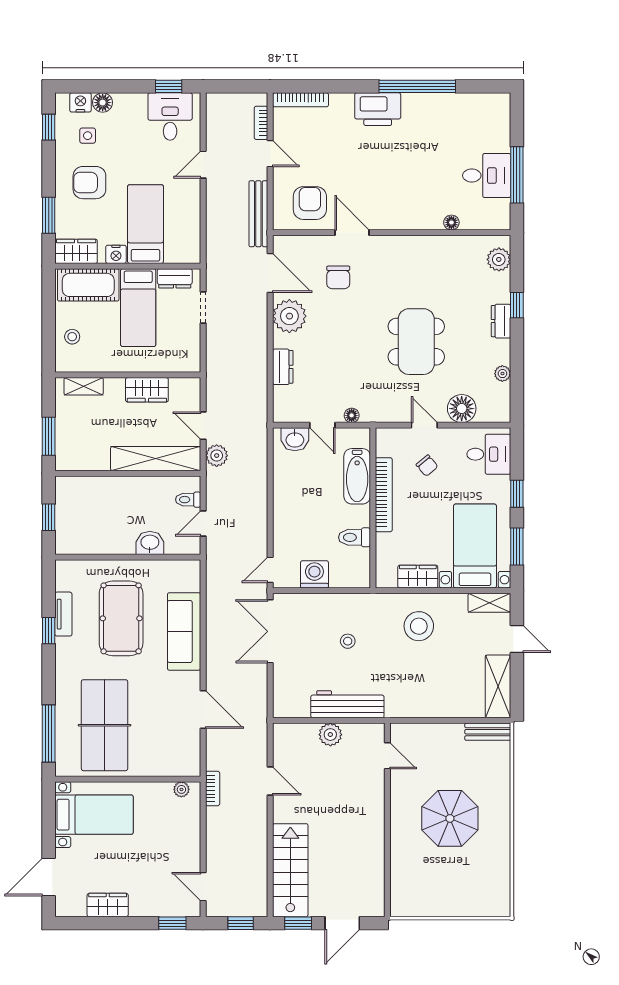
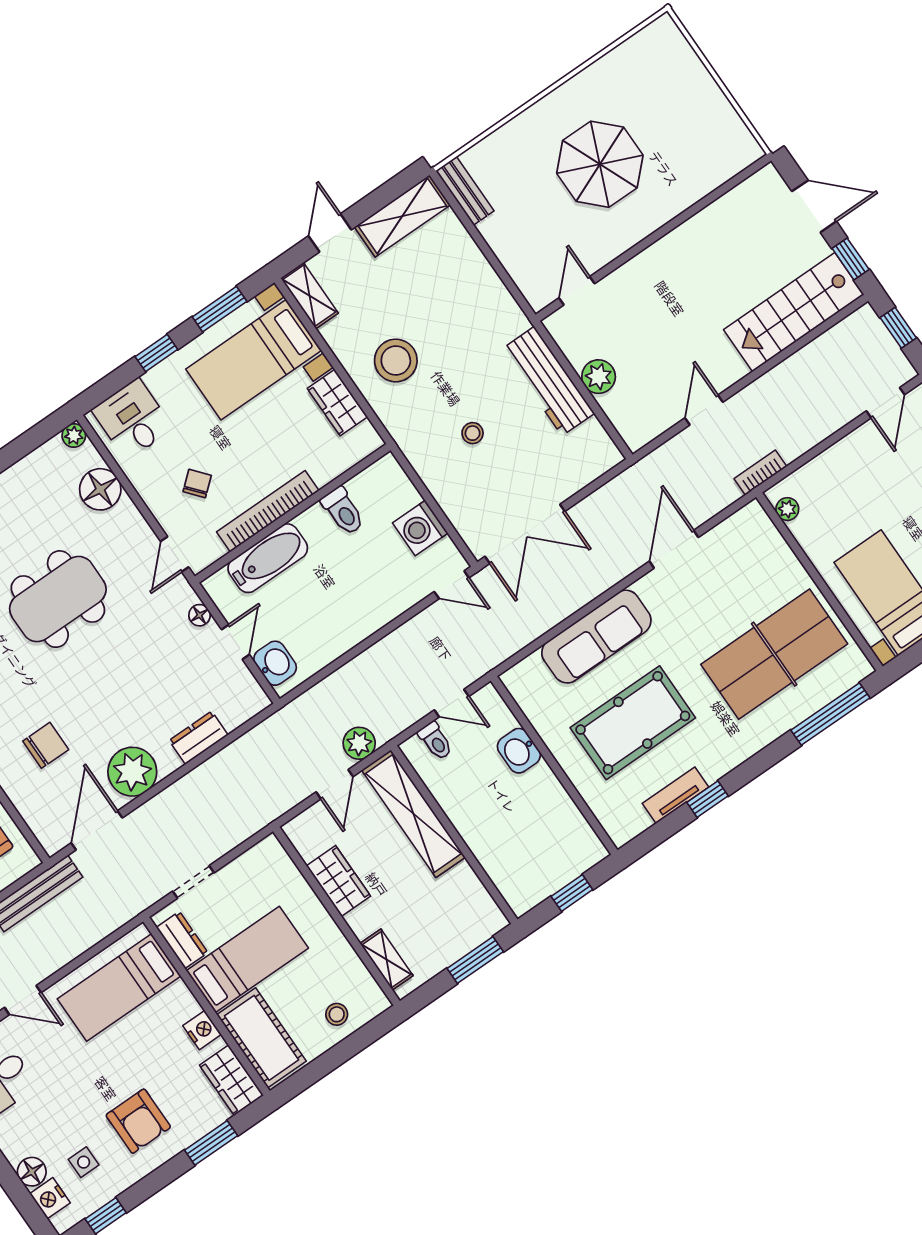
bed: (145, 224) -> (119, 987), moved
plant: (502, 374) -> (74, 436), moved
door: (424, 425) -> (175, 554), moved

